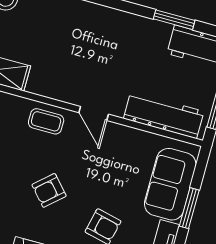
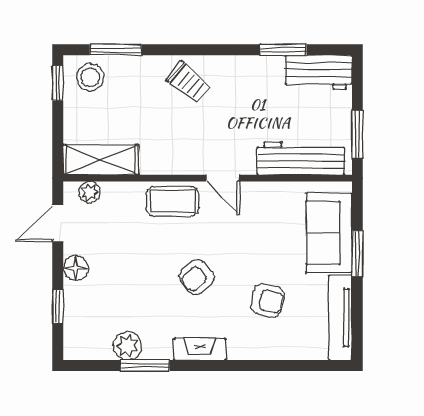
trolley: (87, 25) -> (189, 82), added
coffee table: (46, 121) -> (172, 201), width x1.36, depth x1.30

